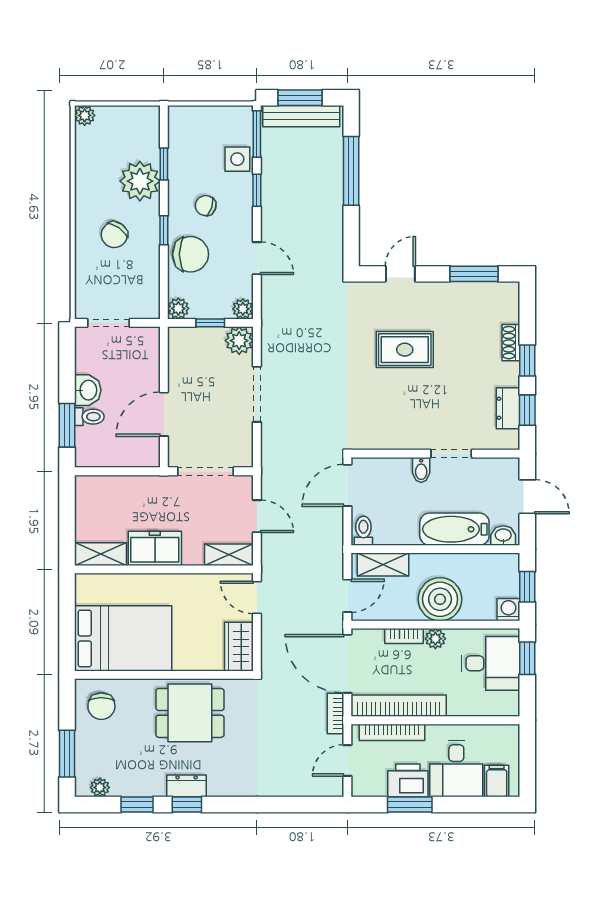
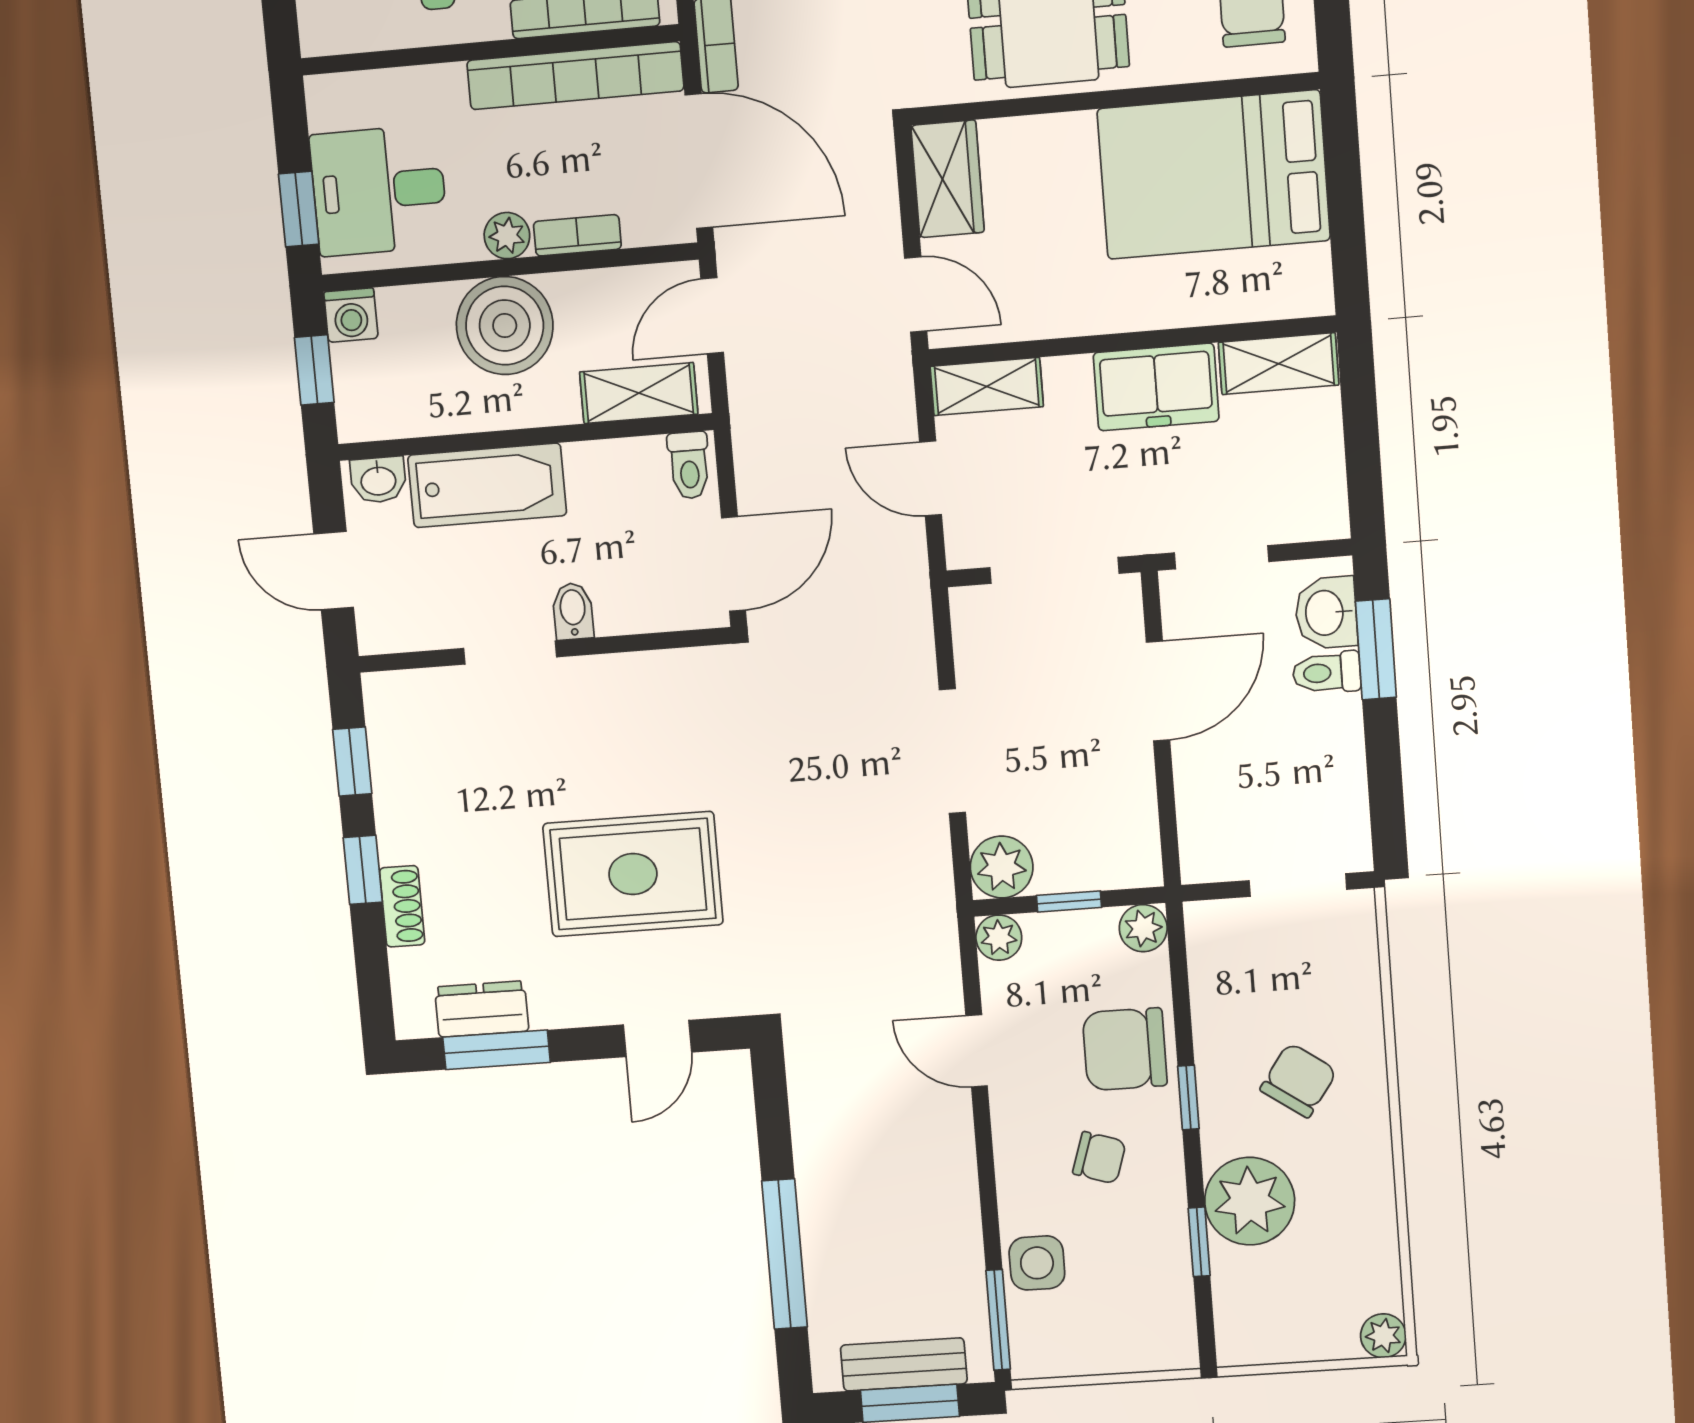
bench: (301, 116) -> (904, 1364), width x0.73
window: (257, 190) -> (988, 1198), removed
rug: (405, 350) -> (633, 874), width x1.36, depth x1.43
washbasin: (88, 390) -> (1326, 613), moved
dresser: (508, 408) -> (482, 1009), moved, turned -90
doorway: (132, 471) -> (1221, 557), added

